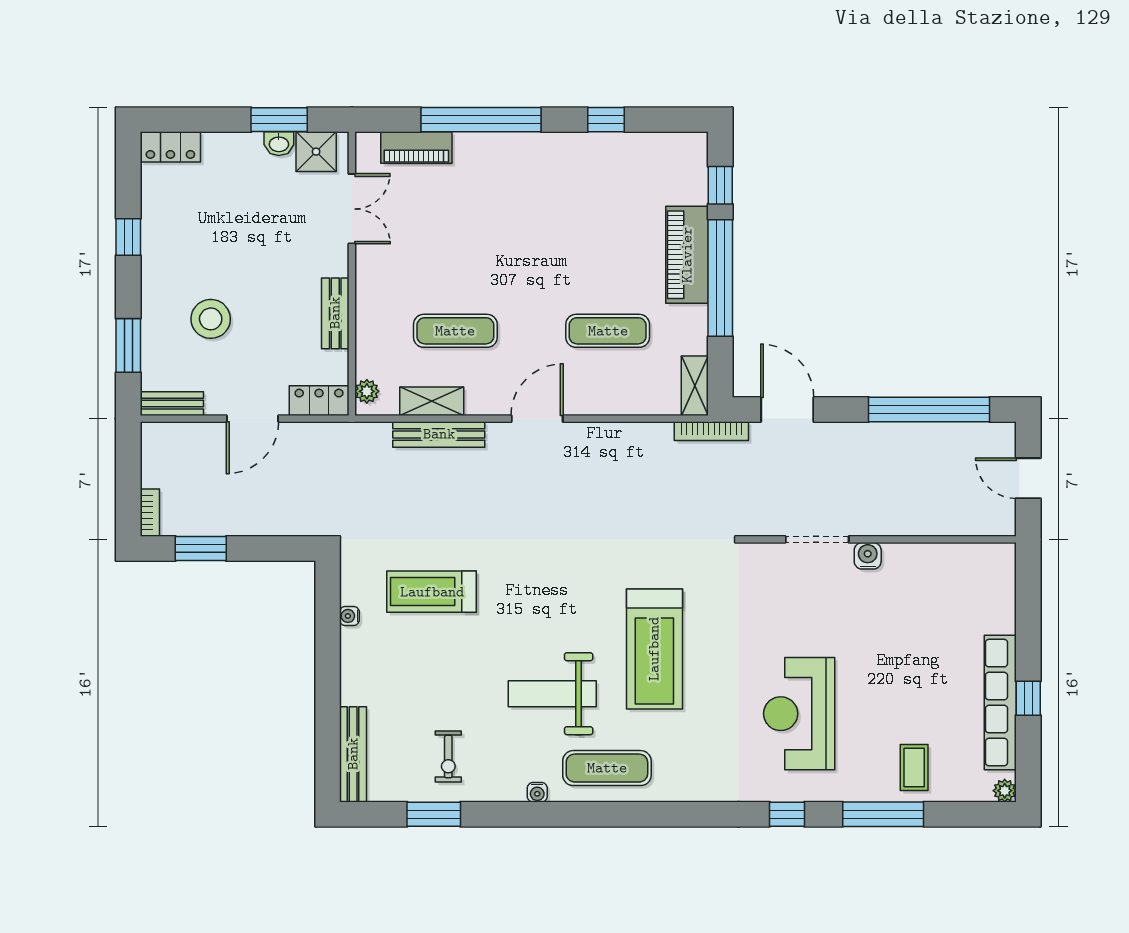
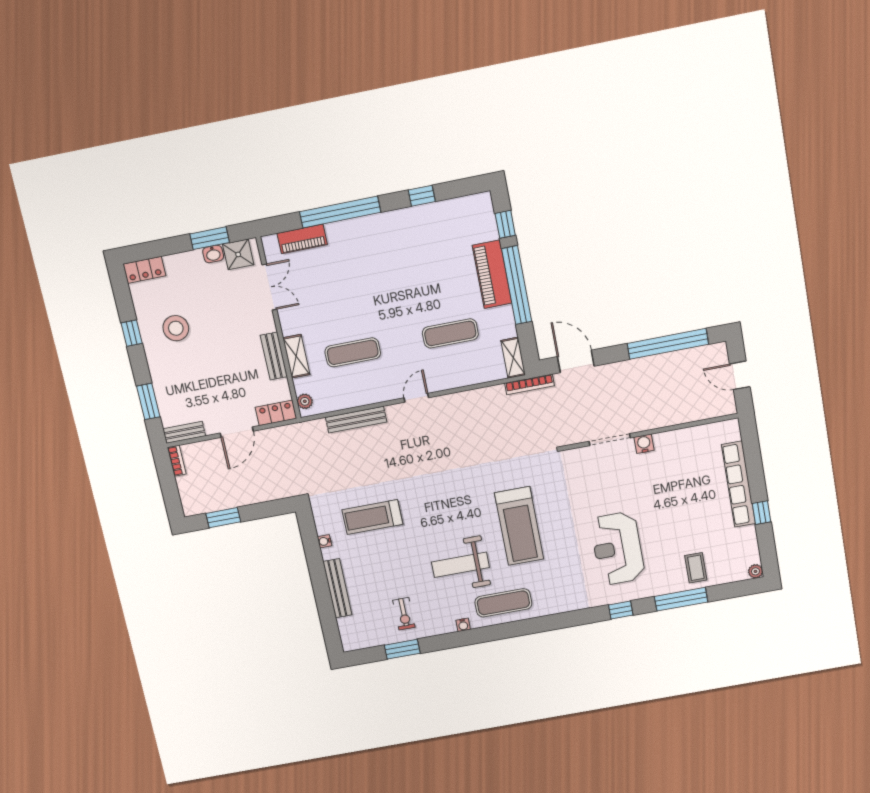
stool: (211, 319) -> (176, 328), moved
shelving: (432, 401) -> (296, 356), moved, turned 90
door: (537, 419) -> (416, 398), width x0.73
bookcase: (150, 513) -> (177, 461), moved
row of seats: (1000, 703) -> (738, 484), moved
bench: (353, 754) -> (337, 588), moved

